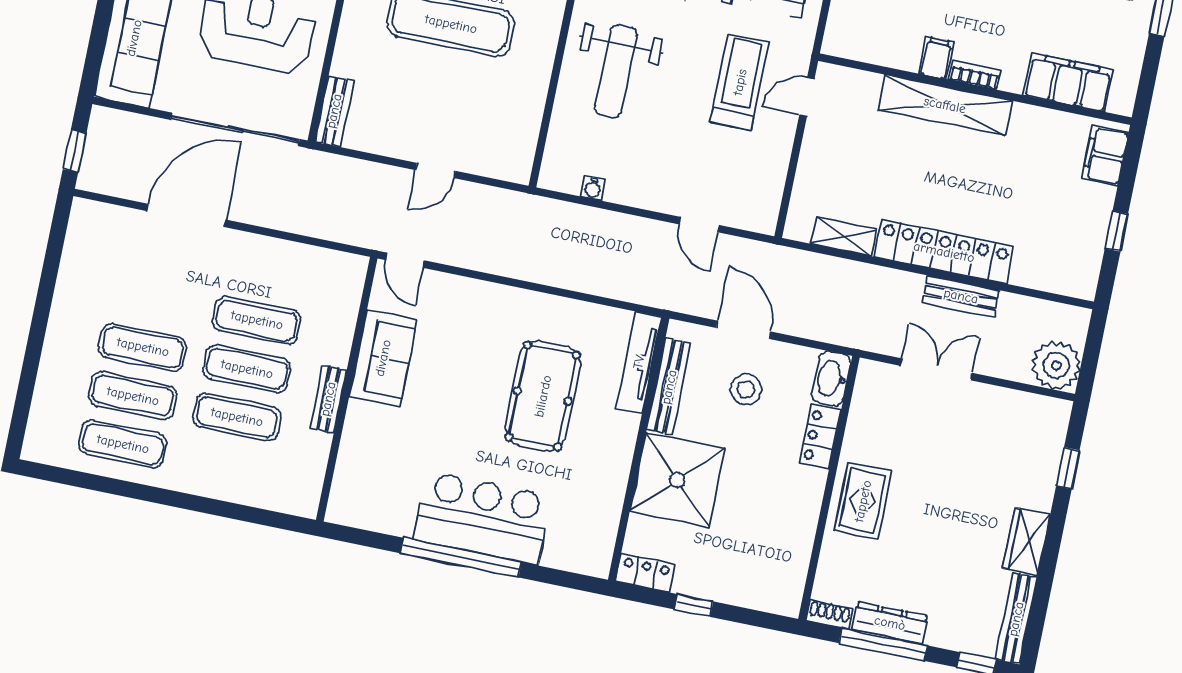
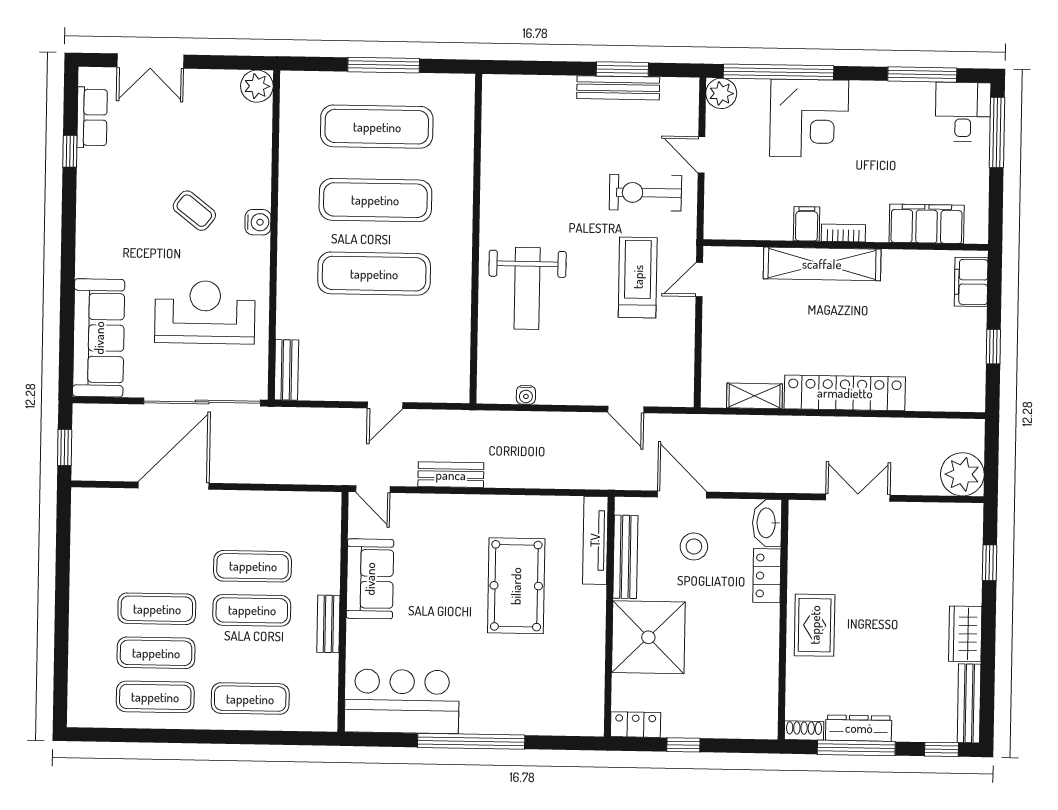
bench: (961, 296) -> (451, 475), moved
exercise mat: (237, 417) -> (250, 699), moved
bar counter: (483, 518) -> (402, 701), moved

